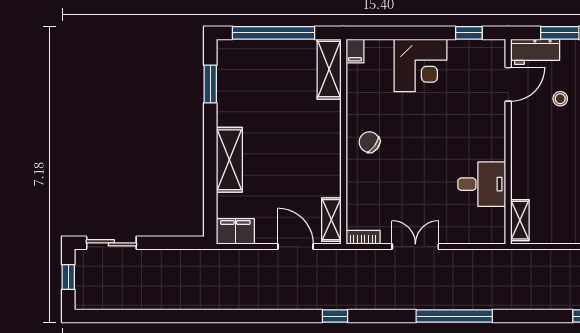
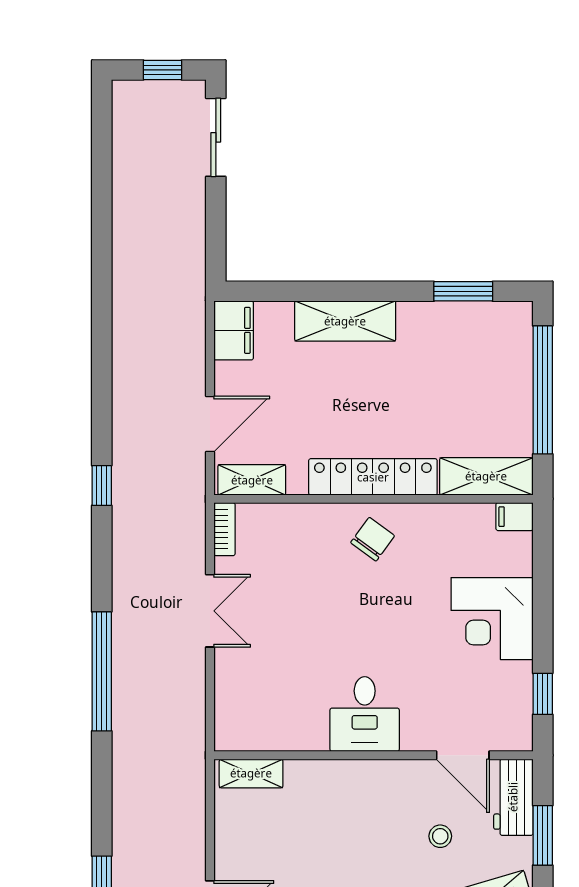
locker: (329, 142) -> (373, 477), added
desk: (482, 184) -> (365, 714), moved

